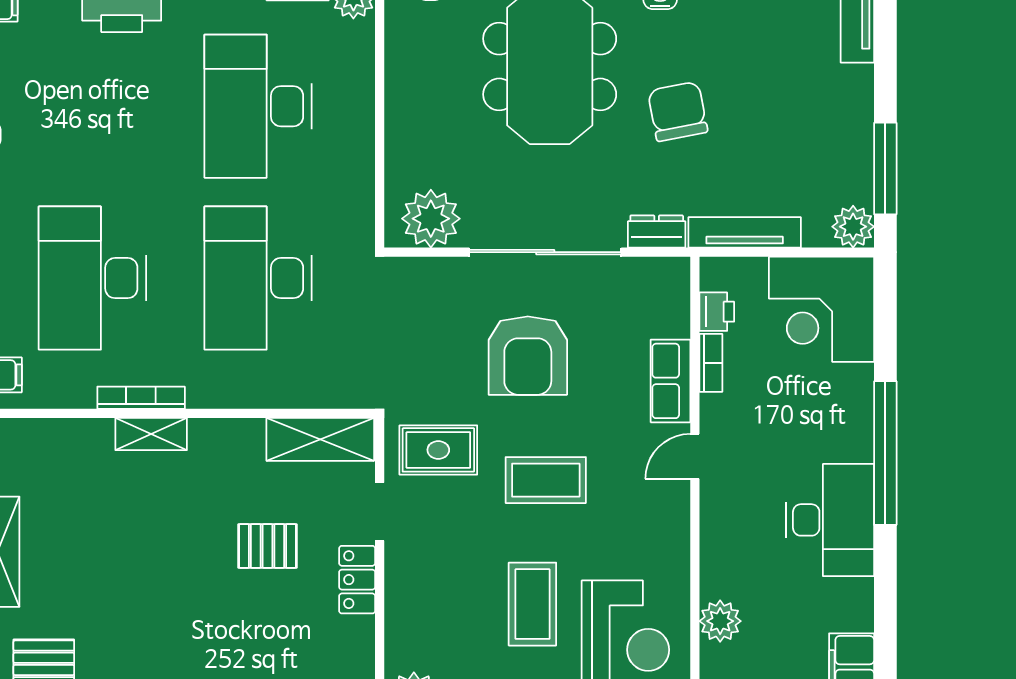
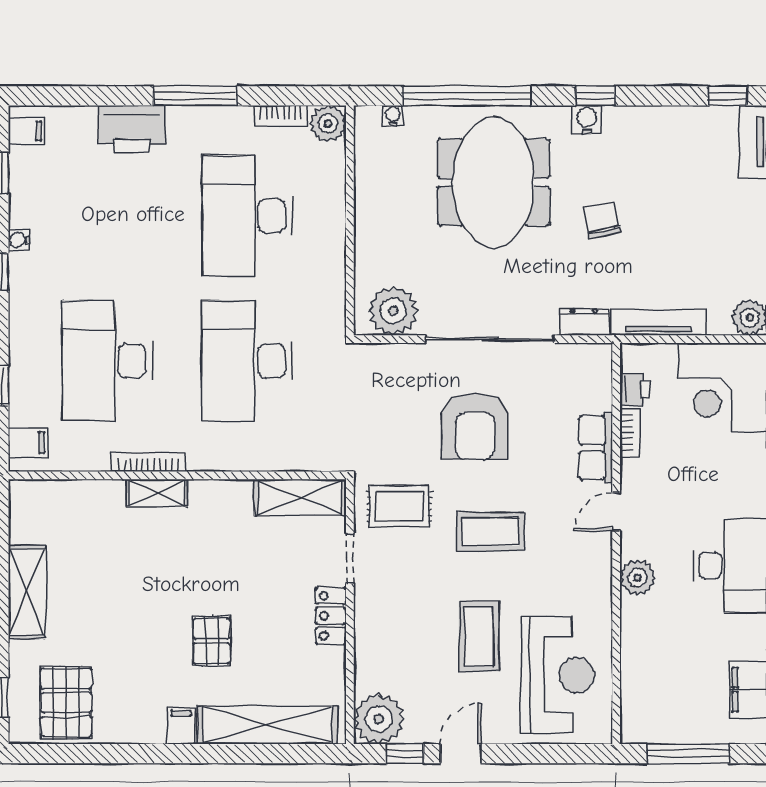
chair: (678, 111) -> (602, 220), width x0.73, depth x0.73
pallet: (268, 546) -> (212, 641), moved, turned 90
plant: (720, 621) -> (638, 578), moved

